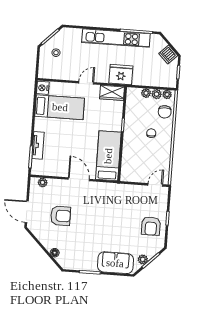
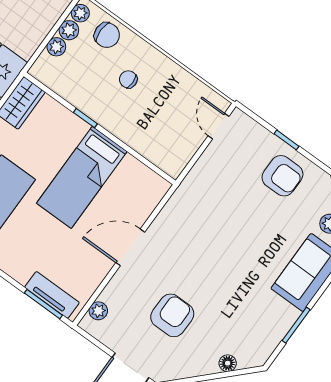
tv unit: (38, 145) -> (52, 295), moved
bed: (108, 156) -> (82, 177), moved, turned -90

